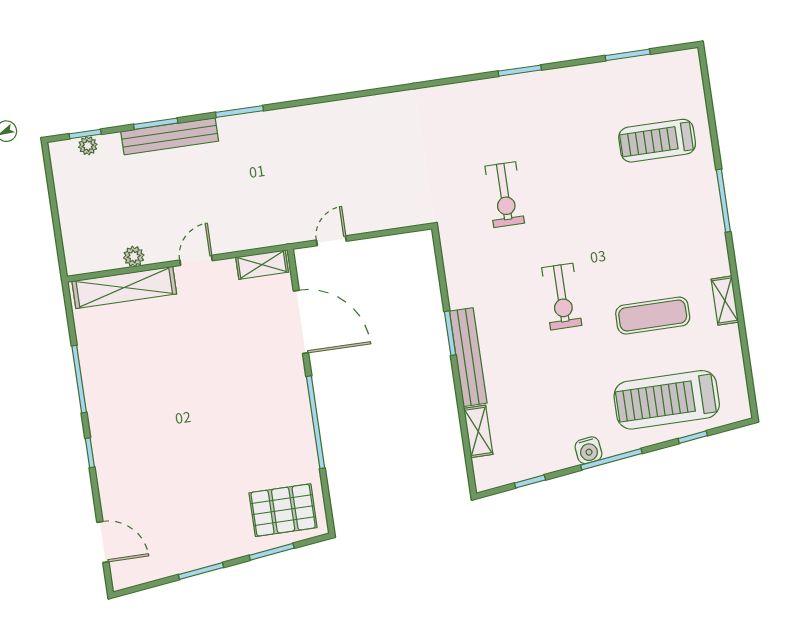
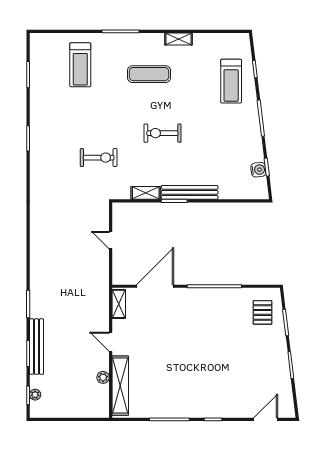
door: (331, 241) -> (111, 240), moved
exercise bike: (562, 297) -> (162, 133), turned 180
exercise mat: (653, 316) -> (149, 74), moved, turned 90
treadmill: (667, 400) -> (231, 81), width x0.73, depth x0.73
shelving: (478, 431) -> (146, 193), moved
water cooler: (588, 450) -> (258, 170), moved
pallet: (283, 510) -> (263, 312), width x0.67, depth x0.71

